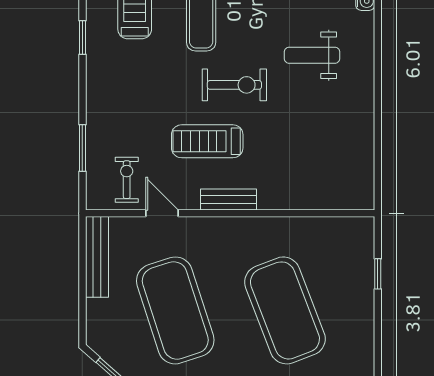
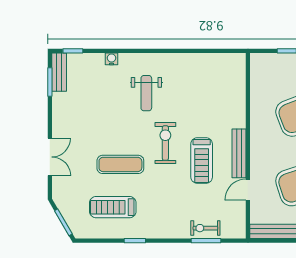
exercise bike: (127, 180) -> (205, 228), moved
bench: (228, 200) -> (239, 153), width x1.36

